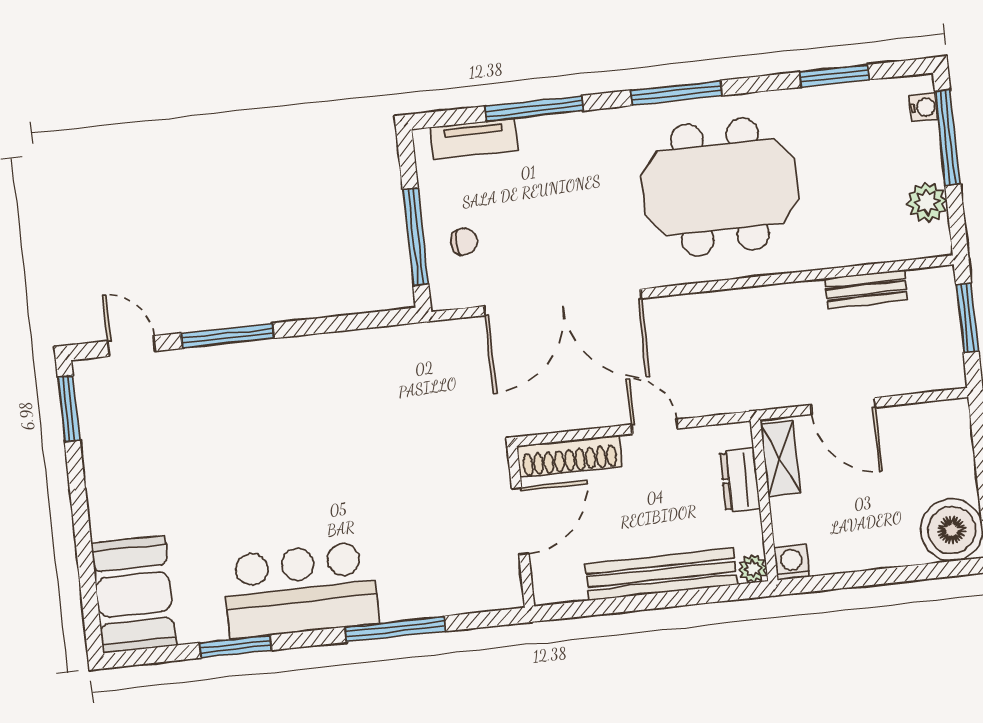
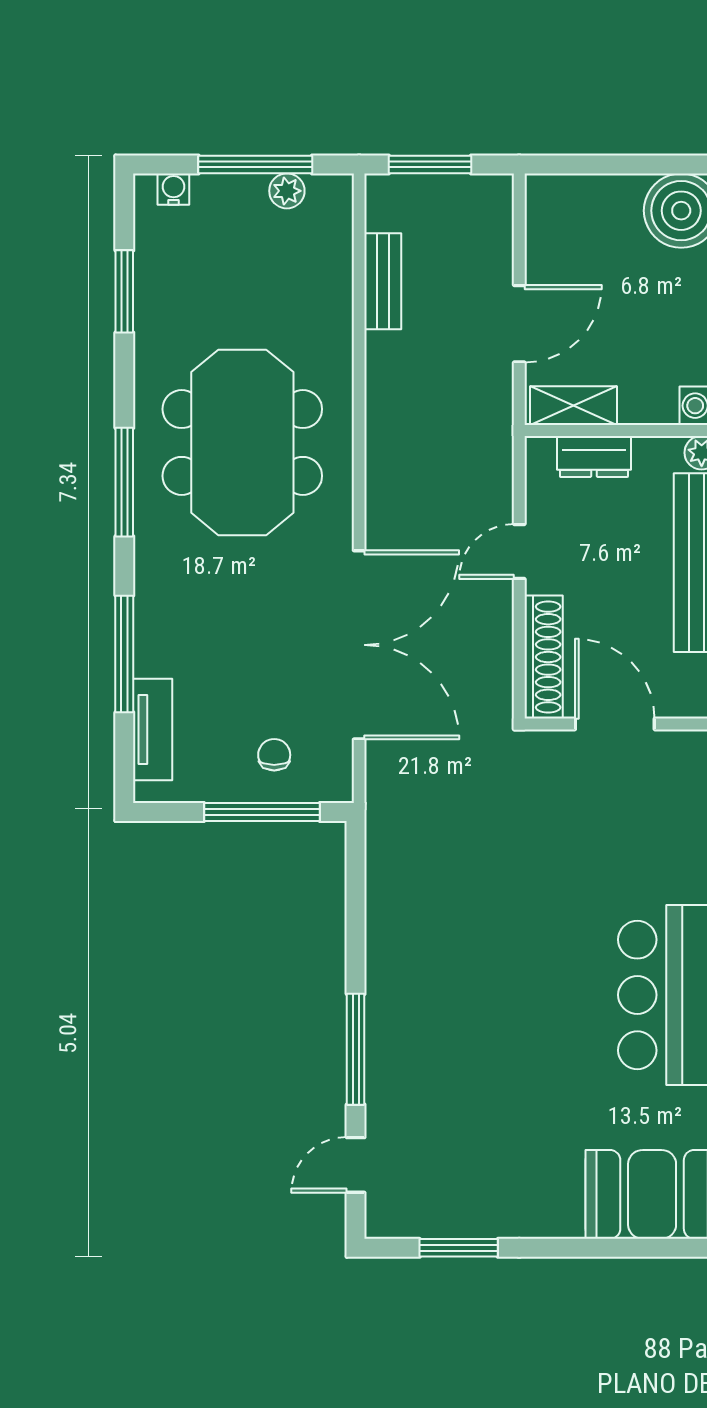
window: (948, 137) -> (255, 164), moved
plant: (927, 202) -> (287, 191), width x0.73, depth x0.73
window: (69, 409) -> (459, 1248), moved

